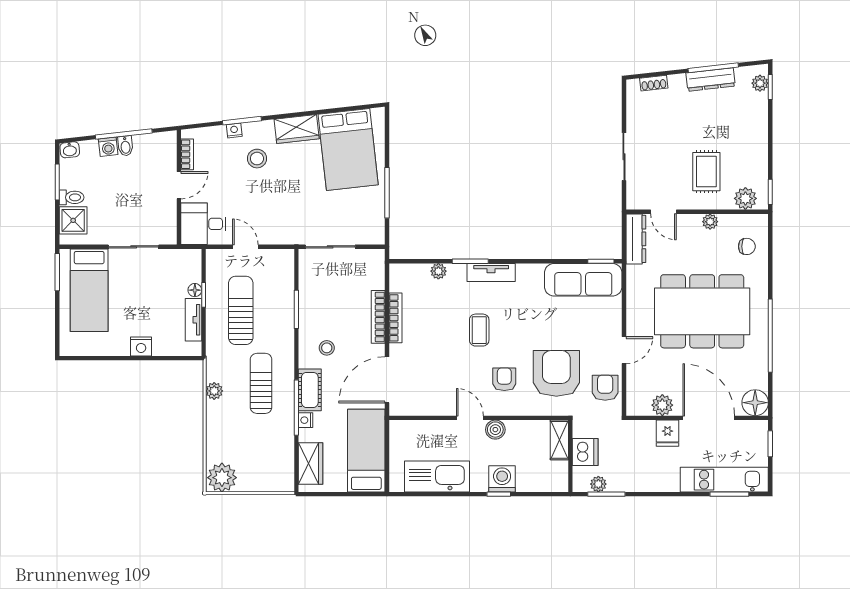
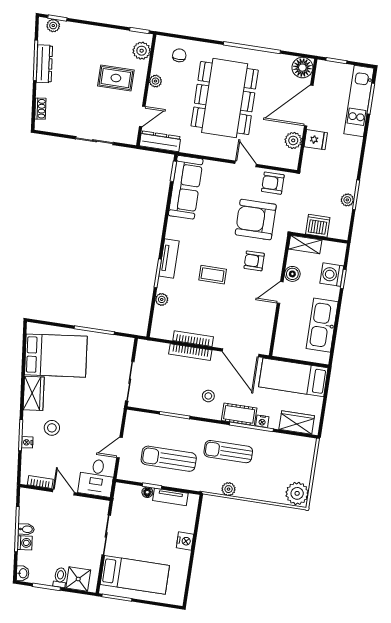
shelving: (559, 440) -> (305, 244), moved
dishwasher: (585, 452) -> (318, 226), moved
wall: (570, 456) -> (319, 238), moved

